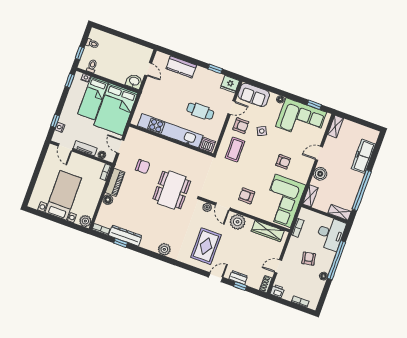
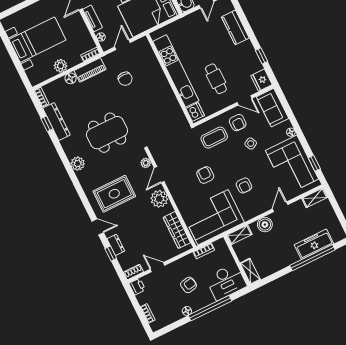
door: (319, 153) -> (280, 207), hinge flipped
dining table: (172, 190) -> (107, 133), moved
window: (362, 190) -> (312, 258), moved
armchair: (247, 196) -> (205, 175), moved
plant: (85, 221) -> (61, 66), moved

